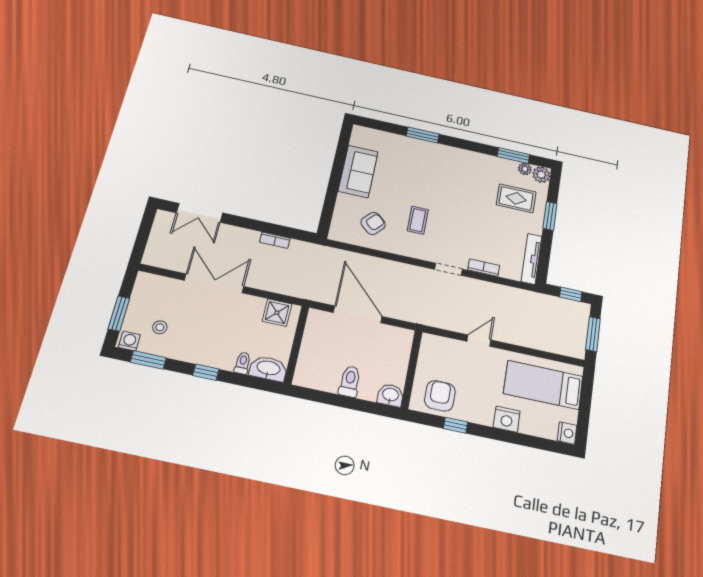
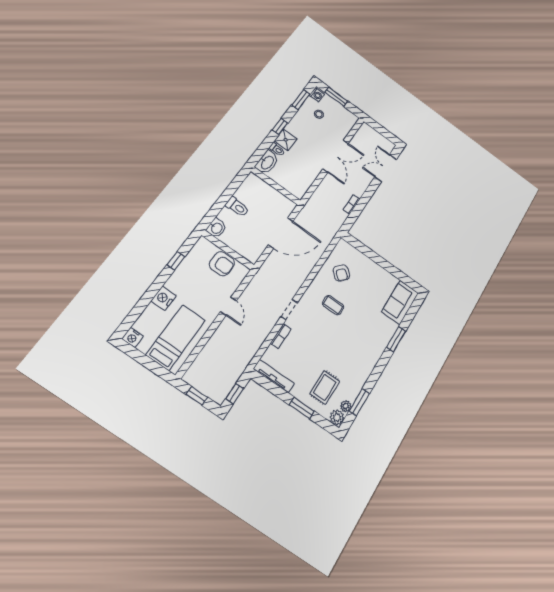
sofa: (358, 171) -> (400, 302), moved, turned 90
shower: (277, 313) -> (286, 140), moved
window: (593, 334) -> (197, 396), width x0.67
armchair: (440, 396) -> (222, 264), moved

